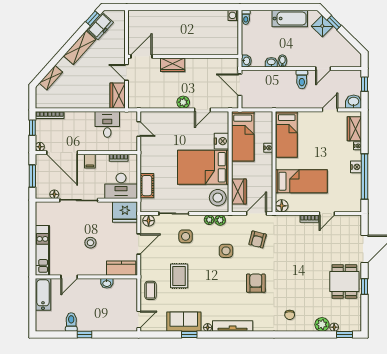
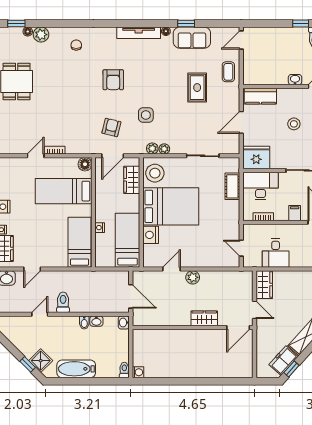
floor lamp: (149, 221) -> (230, 148), removed
side table: (186, 236) -> (190, 131), removed
washbasin: (107, 283) -> (295, 80), moved

